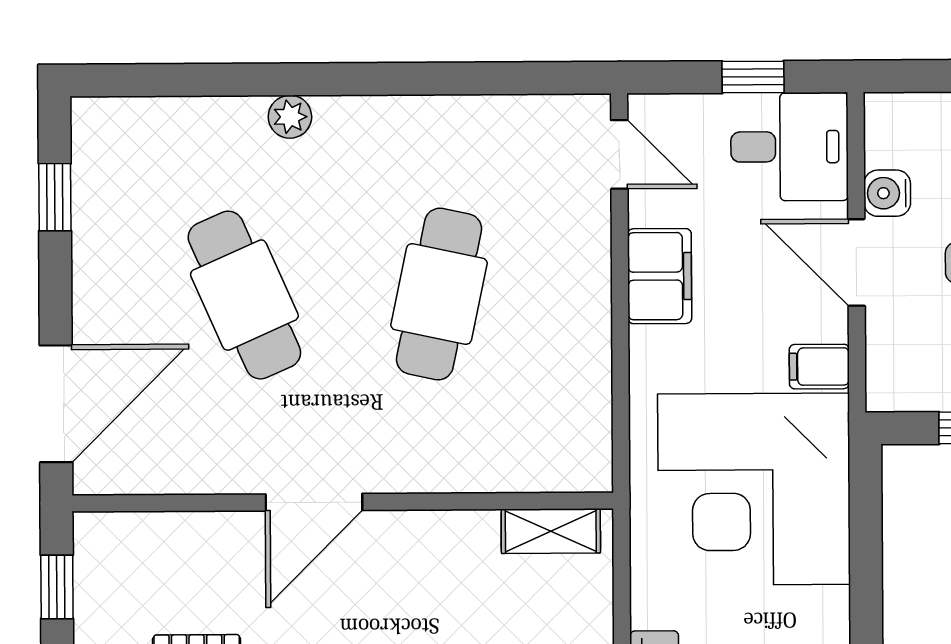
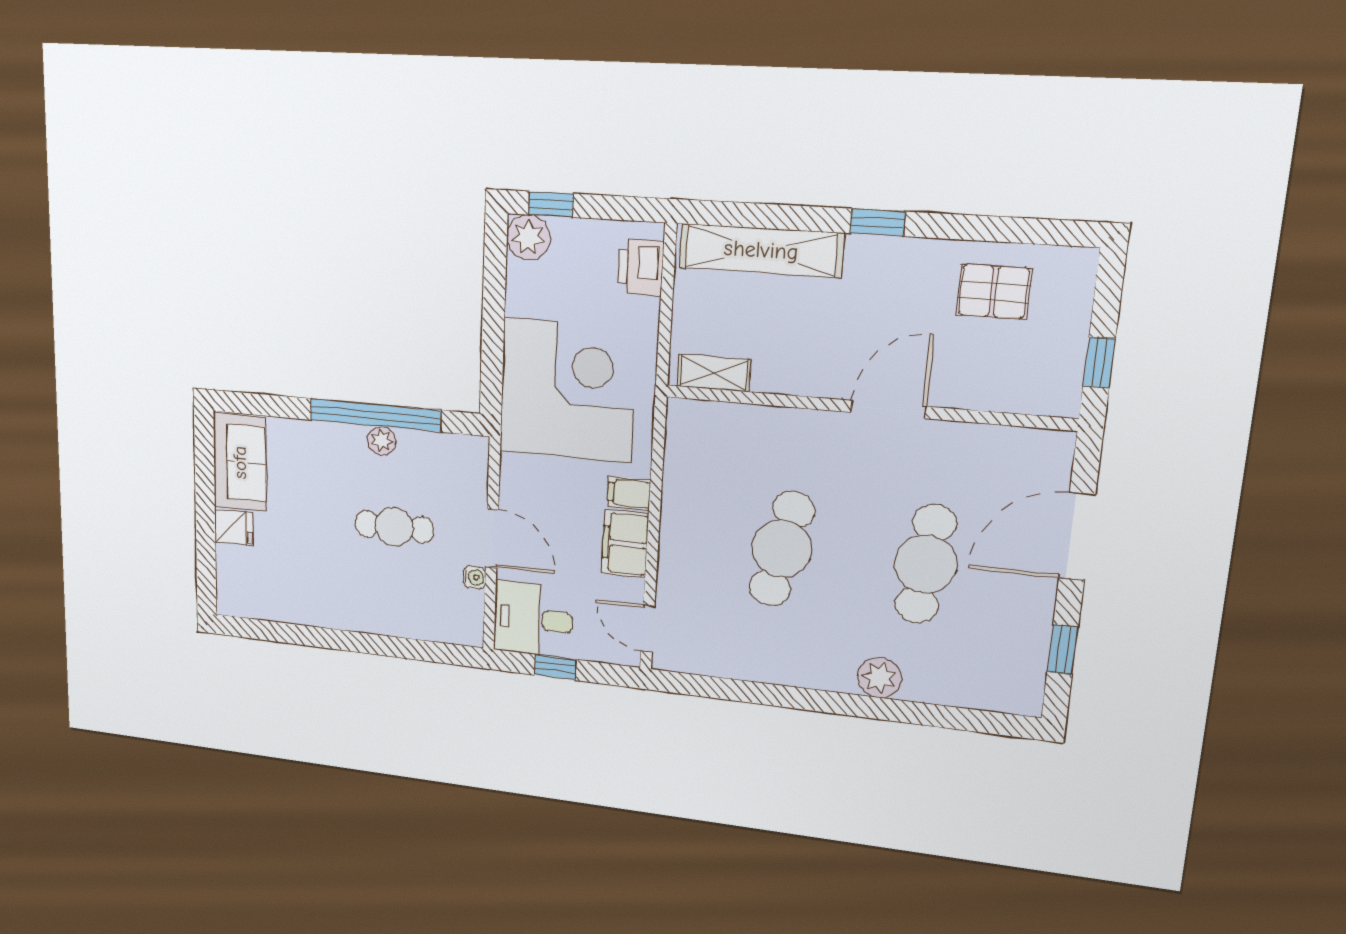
plant: (290, 117) -> (879, 678), width x1.38, depth x1.38
water cooler: (887, 193) -> (474, 577), width x0.72, depth x0.72
cafe table: (244, 295) -> (926, 564), turned 30
filing cabinet: (819, 367) -> (629, 493), moved, turned 180
door: (56, 404) -> (1077, 536), moved

